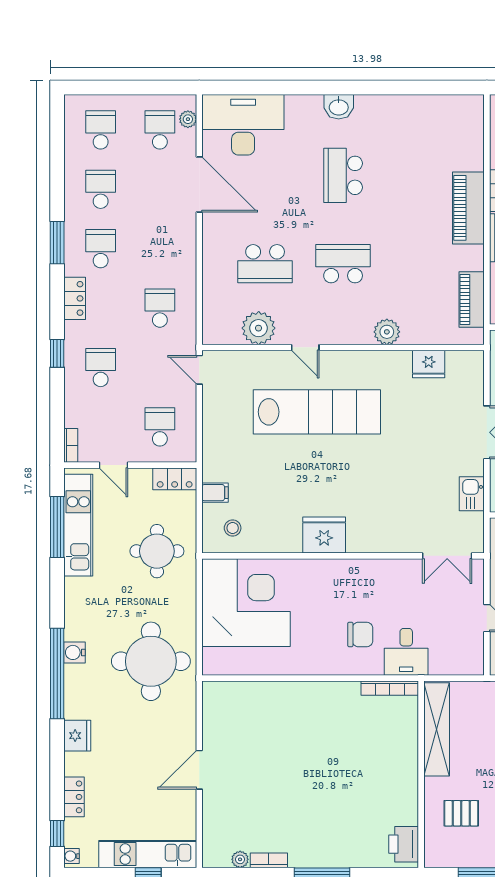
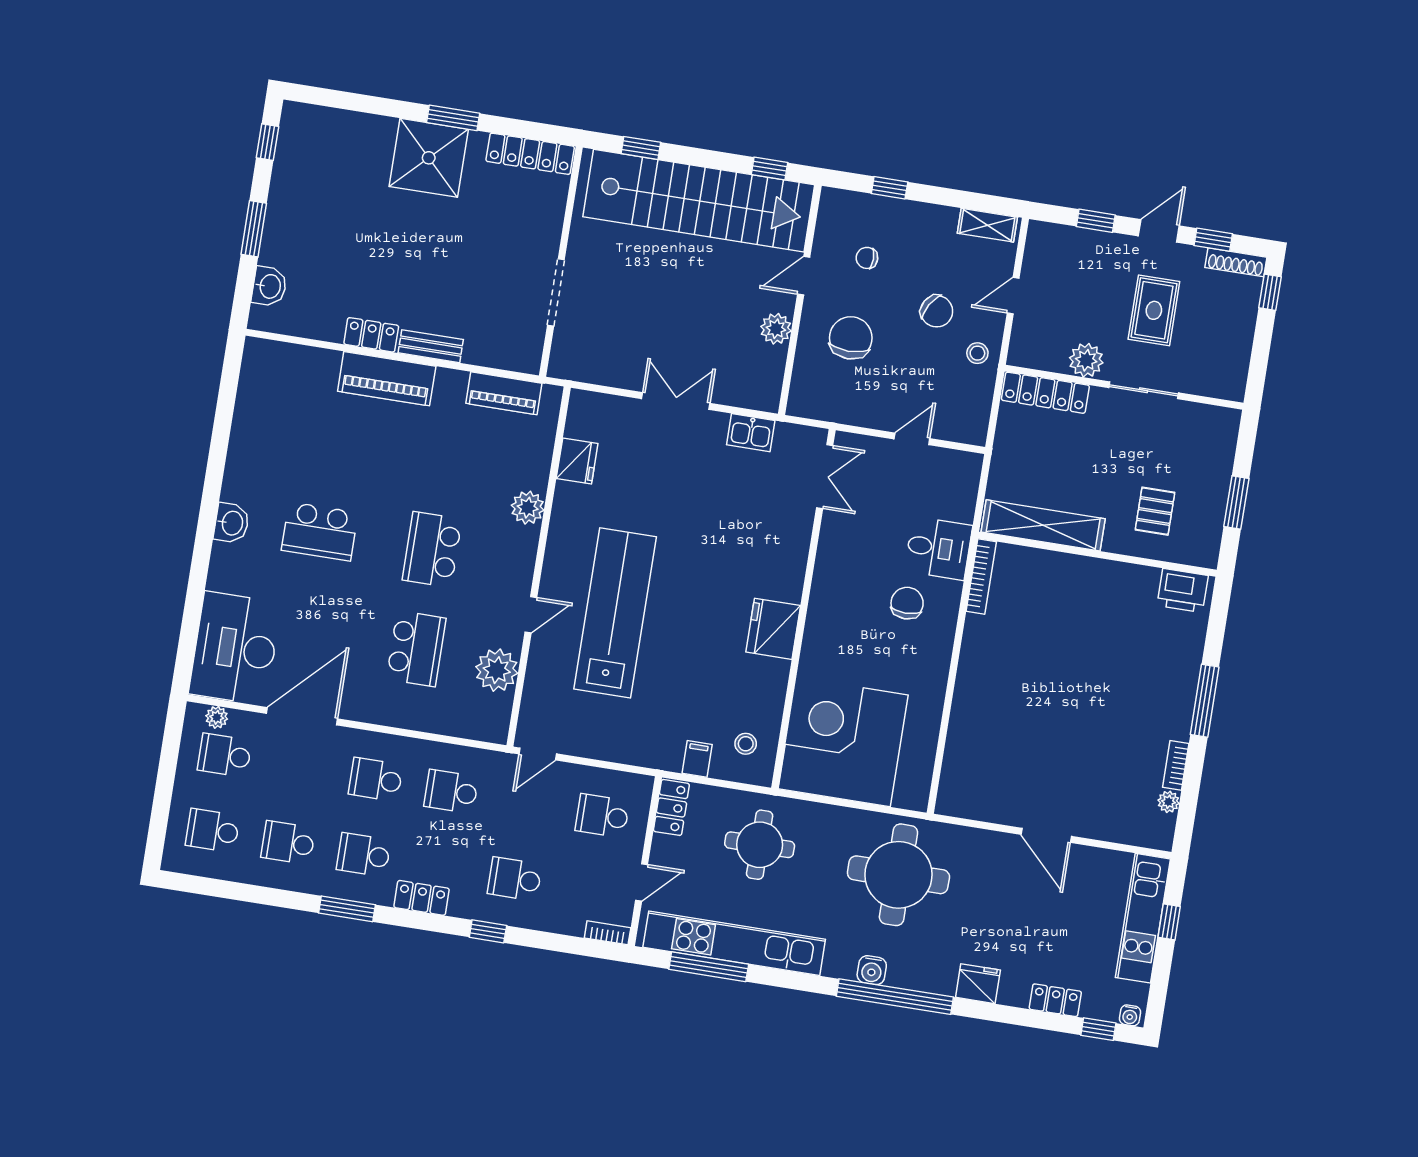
school desk: (160, 249) -> (376, 779), added
kitchen unit: (78, 525) -> (734, 943), width x1.36

